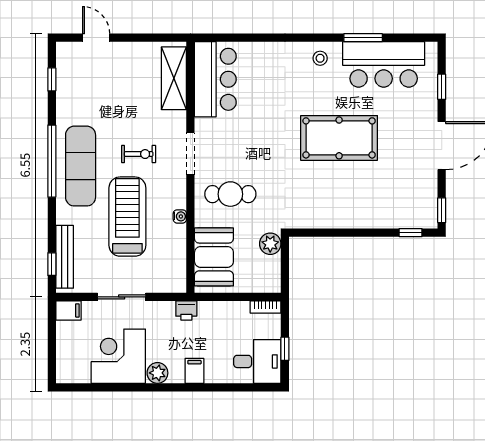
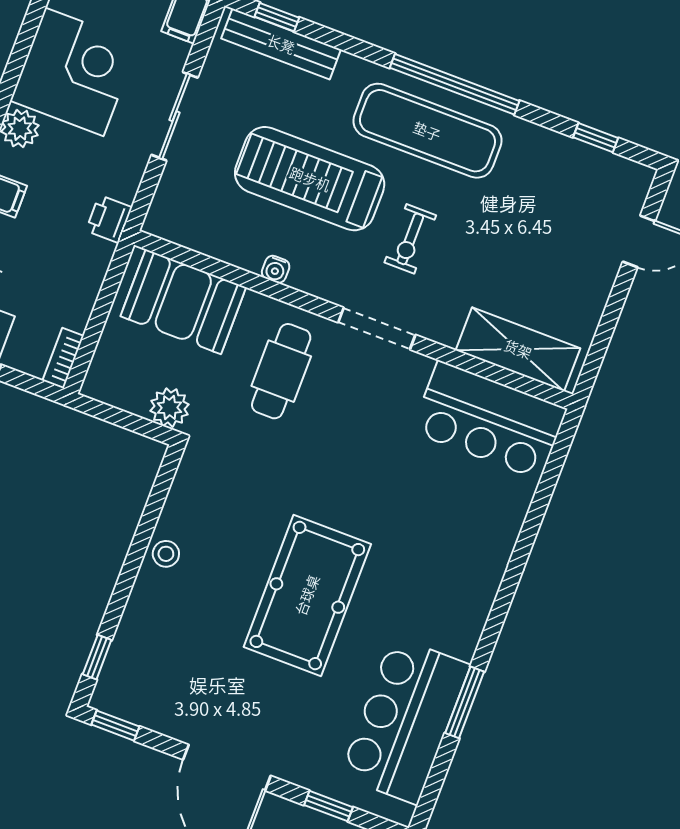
stool: (320, 58) -> (166, 554), moved
treadmill: (127, 217) -> (310, 179), turned 180

